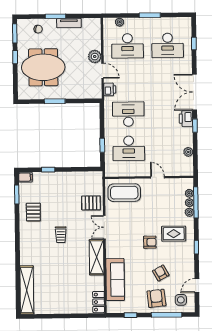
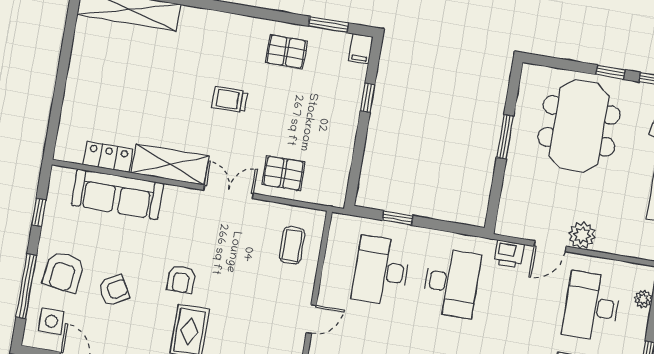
coffee table: (124, 193) -> (292, 245), width x0.54, depth x0.58
pallet: (91, 203) -> (283, 173), turned 90
armchair: (156, 298) -> (64, 272), turned 104
locker: (99, 302) -> (108, 157), moved

